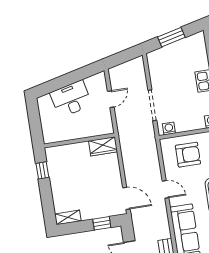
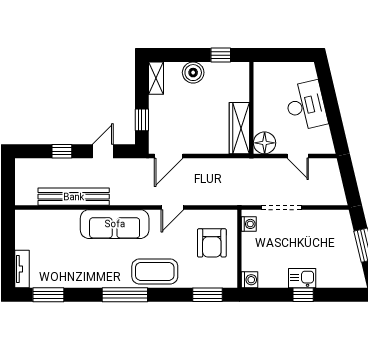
floor lamp: (105, 126) -> (265, 143), added
wardrobe: (103, 146) -> (239, 128), width x1.50
boiler: (59, 190) -> (193, 73), added

